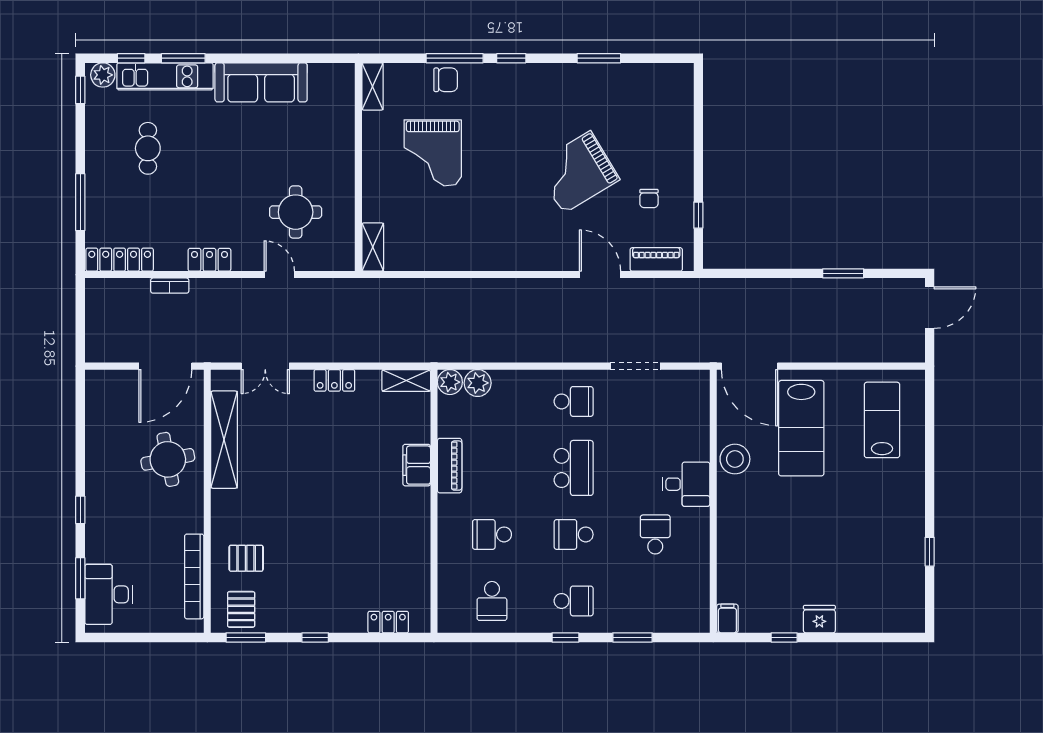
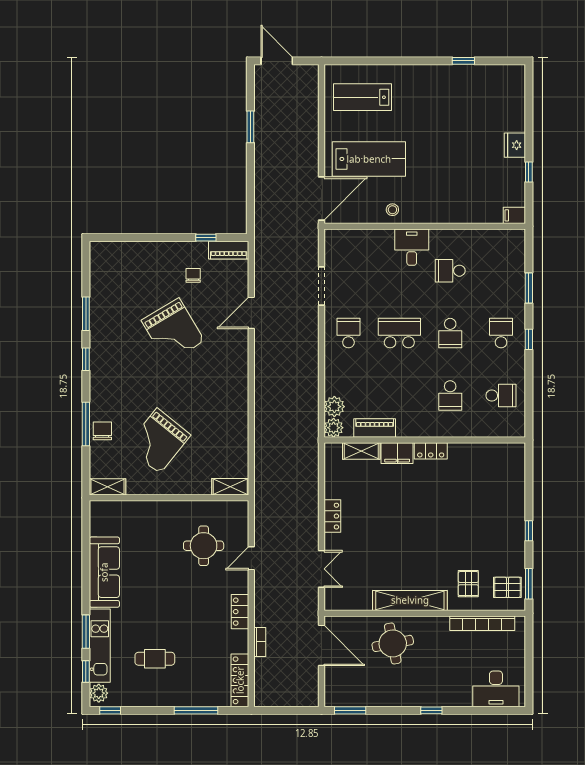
window: (511, 58) -> (86, 359), moved
grand piano: (433, 153) -> (158, 441), turned 129
chair: (649, 199) -> (193, 275), turned -90
piano: (656, 259) -> (229, 250), moved, turned -90
shelving: (406, 381) -> (361, 451), moved, turned 90
shelving: (224, 440) -> (410, 600), moved
stool: (735, 459) -> (392, 210), width x0.53, depth x0.53
piano: (450, 466) -> (375, 428), moved
window: (80, 578) -> (350, 710), moved
locker: (388, 622) -> (431, 451), moved, turned -90

